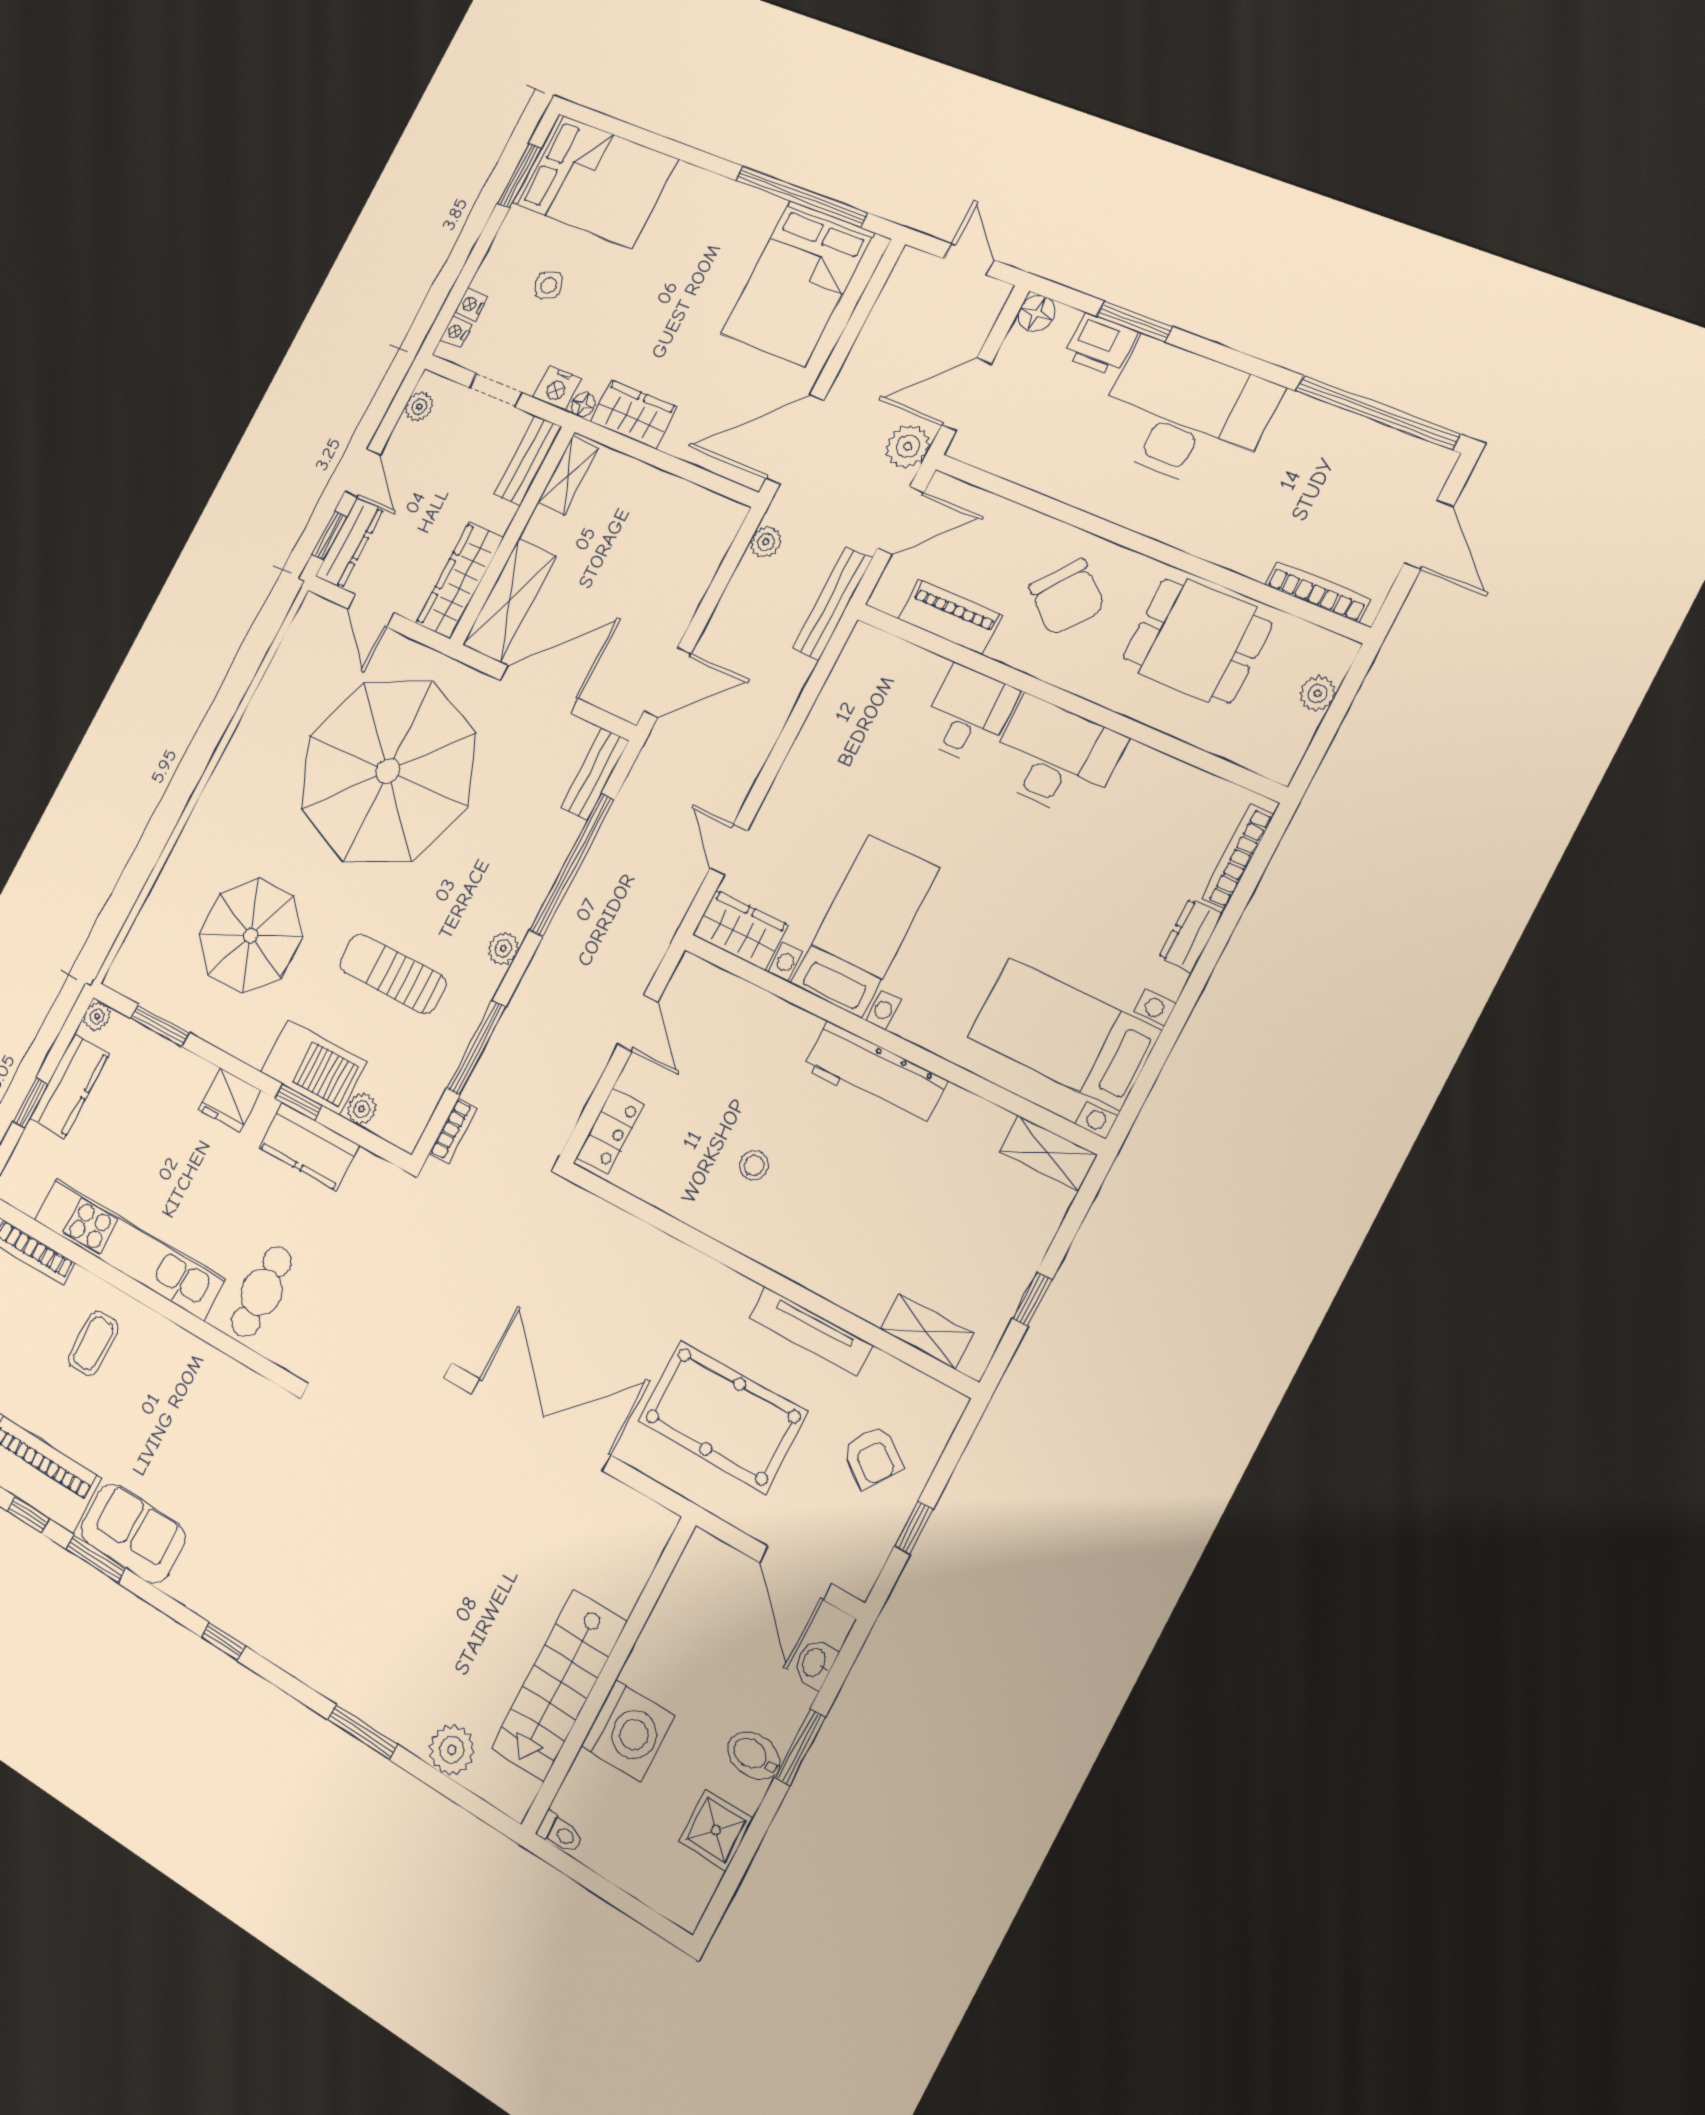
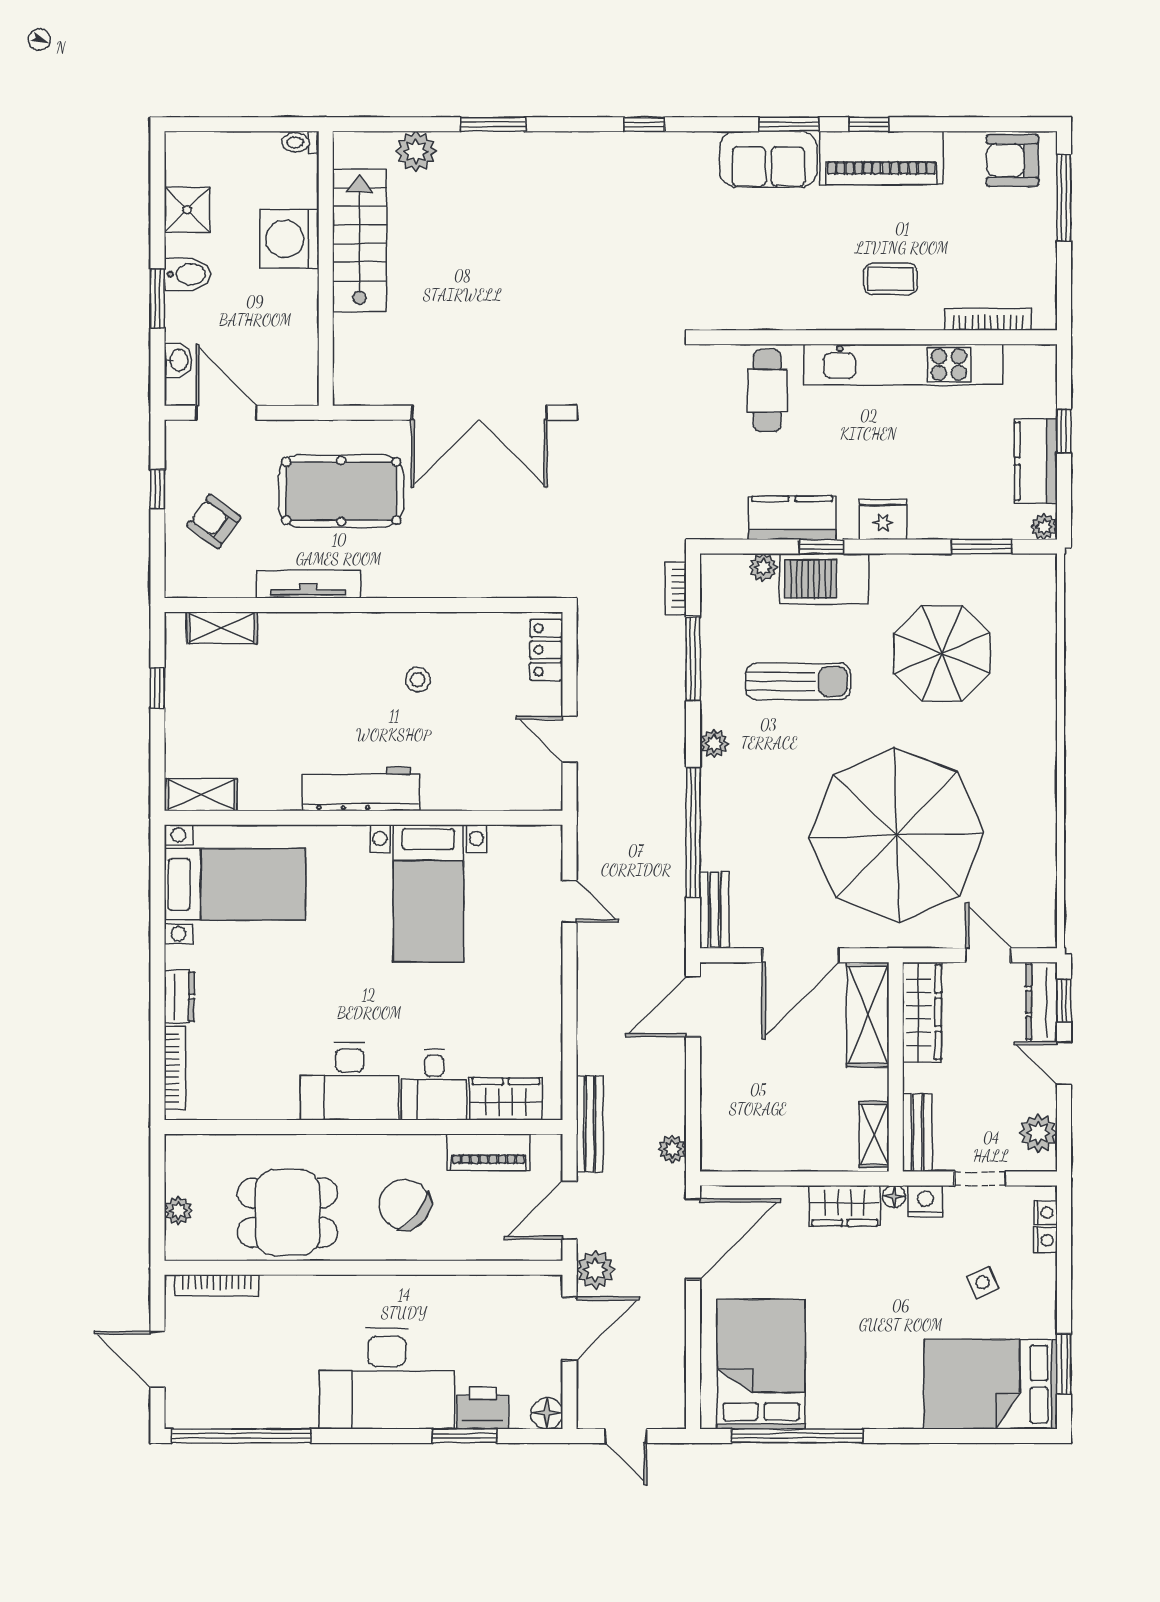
plant: (419, 407) -> (1038, 1133), width x1.38, depth x1.38
wardrobe: (741, 930) -> (506, 1099), moved, turned 180
coffee table: (93, 1343) -> (891, 279), turned 90

